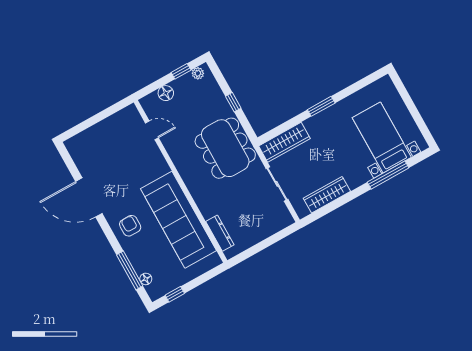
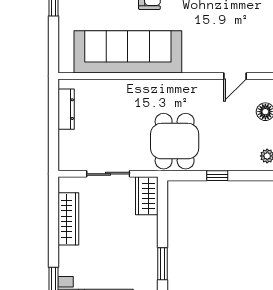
wardrobe: (284, 142) -> (147, 196), width x0.67
dining table: (225, 148) -> (175, 141), width x0.73
dresser: (220, 233) -> (66, 109), moved, turned -90

